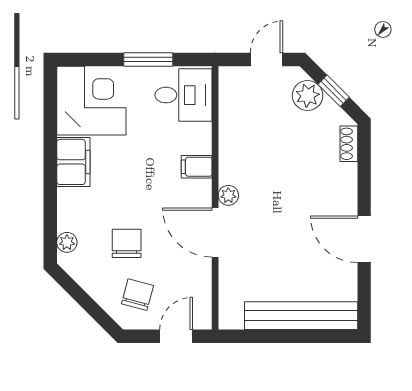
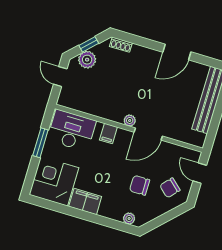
desk: (184, 95) -> (72, 130), width x1.37
chair: (137, 295) -> (170, 188), turned -63

